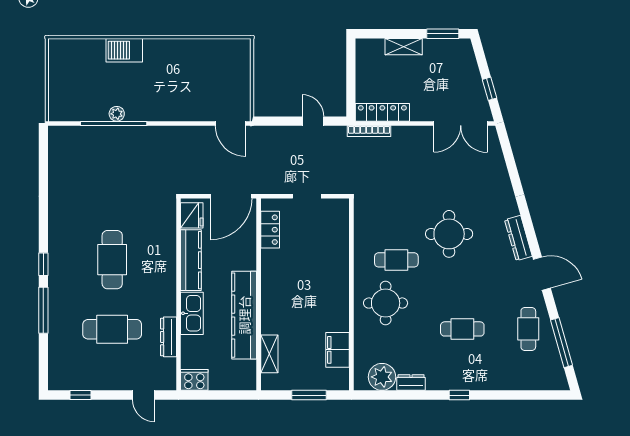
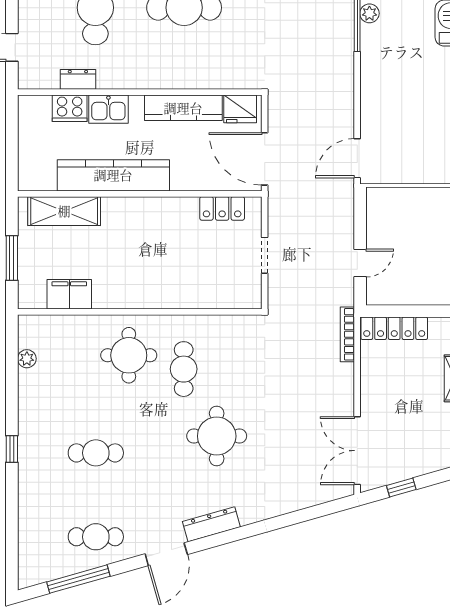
locker: (382, 112) -> (394, 328), moved, turned 90
kitchen sink: (192, 313) -> (108, 109), width x0.73
cafe table: (462, 329) -> (96, 453), turned 90
dresser: (169, 337) -> (78, 79), width x0.70
shelving: (269, 354) -> (64, 211), width x1.50, depth x1.33
plant: (382, 377) -> (27, 359), width x0.53, depth x0.53
cooker: (194, 380) -> (70, 108), moved, turned 90
dresser: (411, 383) -> (28, 388), removed

